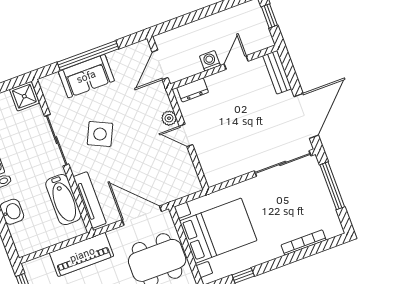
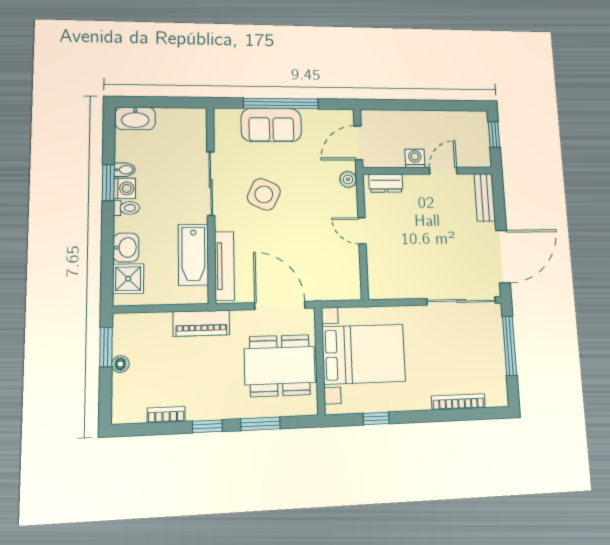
shower: (24, 96) -> (128, 279), moved
plant: (169, 118) -> (348, 179), moved
piano: (82, 254) -> (201, 323), width x0.73, depth x0.75

